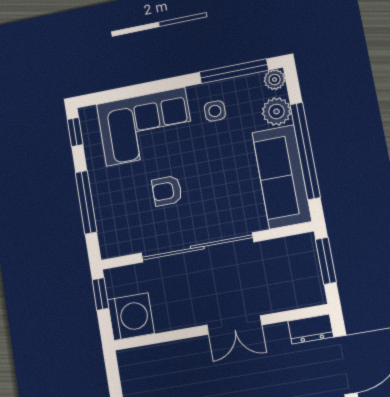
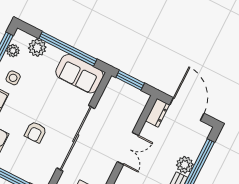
plant: (275, 80) -> (13, 51), moved
sofa: (282, 177) -> (79, 74), width x0.73

